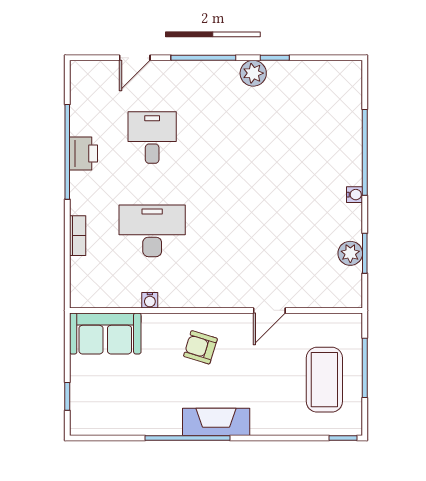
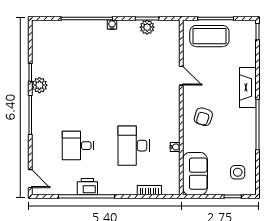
door: (135, 58) -> (30, 179), moved
bookcase: (78, 236) -> (149, 190), moved
coffee table: (324, 380) -> (209, 36), moved
side table: (108, 405) -> (238, 172), added
fireplace: (216, 422) -> (248, 87), moved

